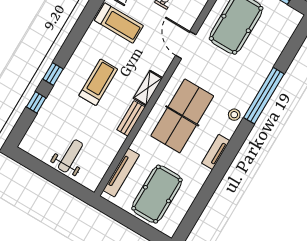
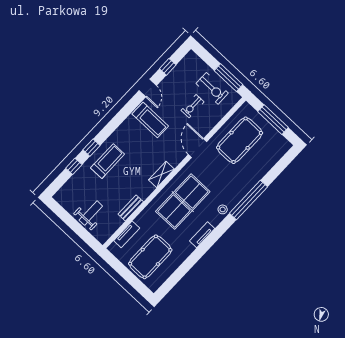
treadmill: (98, 82) -> (108, 161), moved
bench: (131, 118) -> (131, 208), moved
tv unit: (121, 173) -> (127, 234), width x0.71

